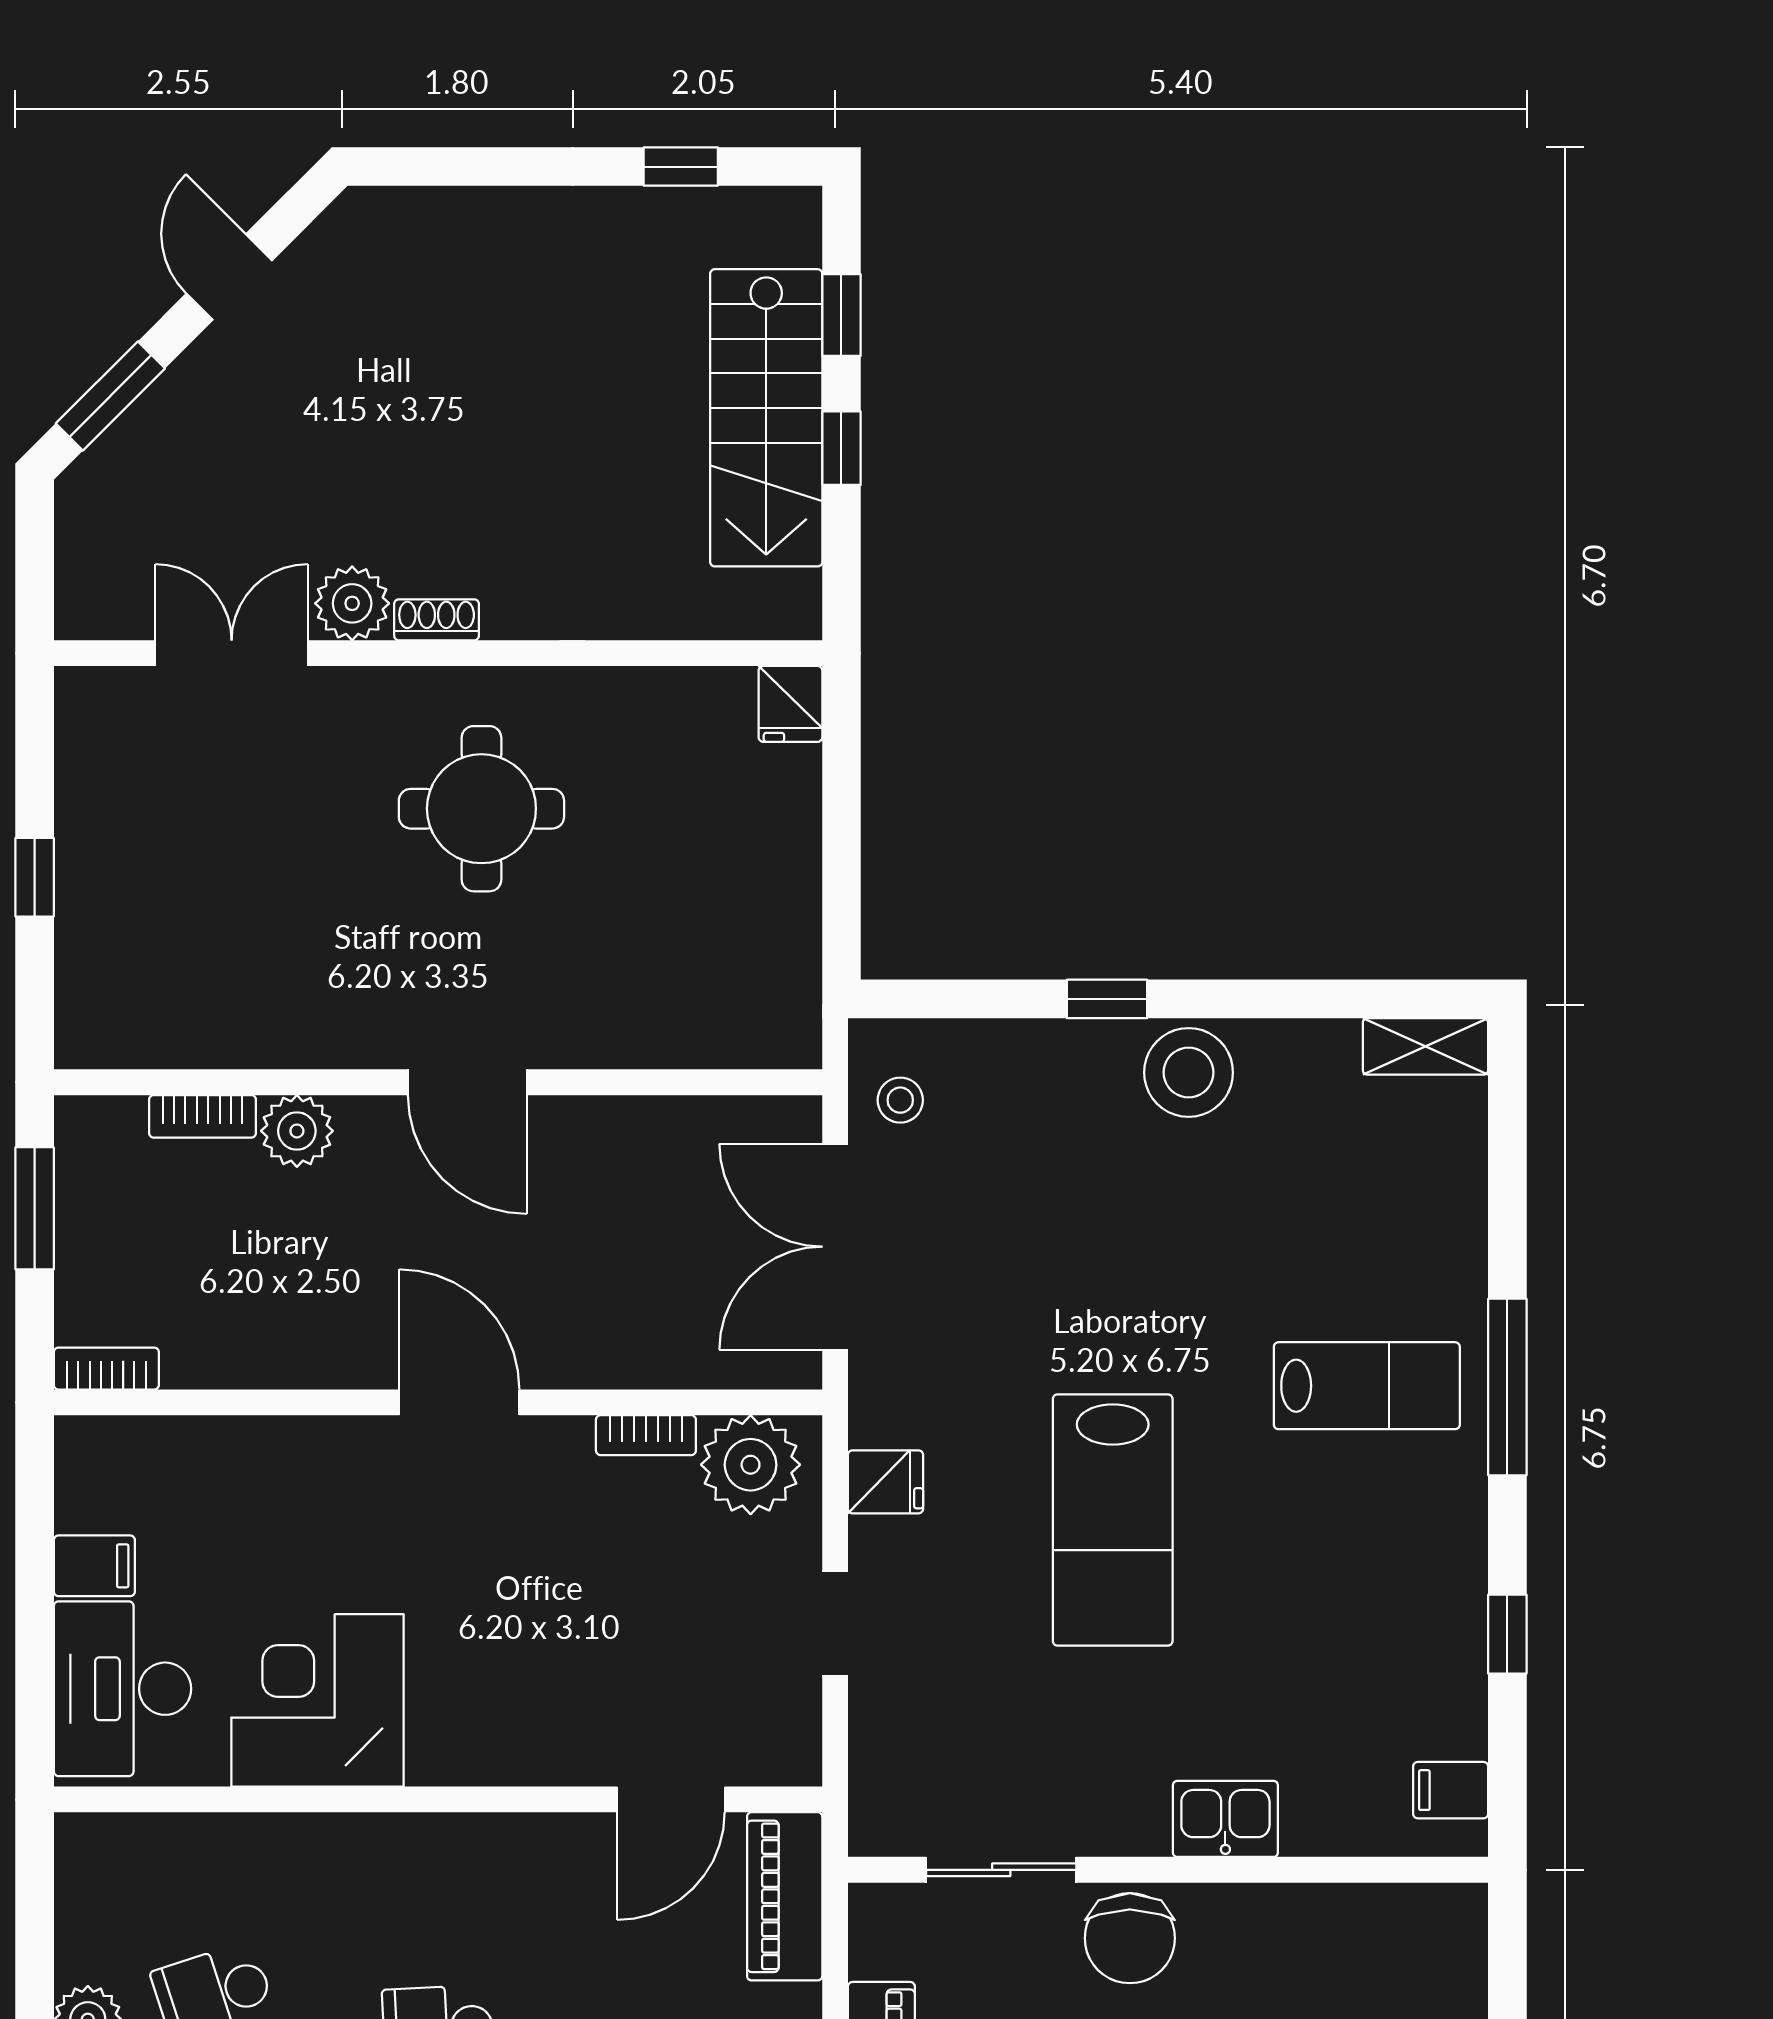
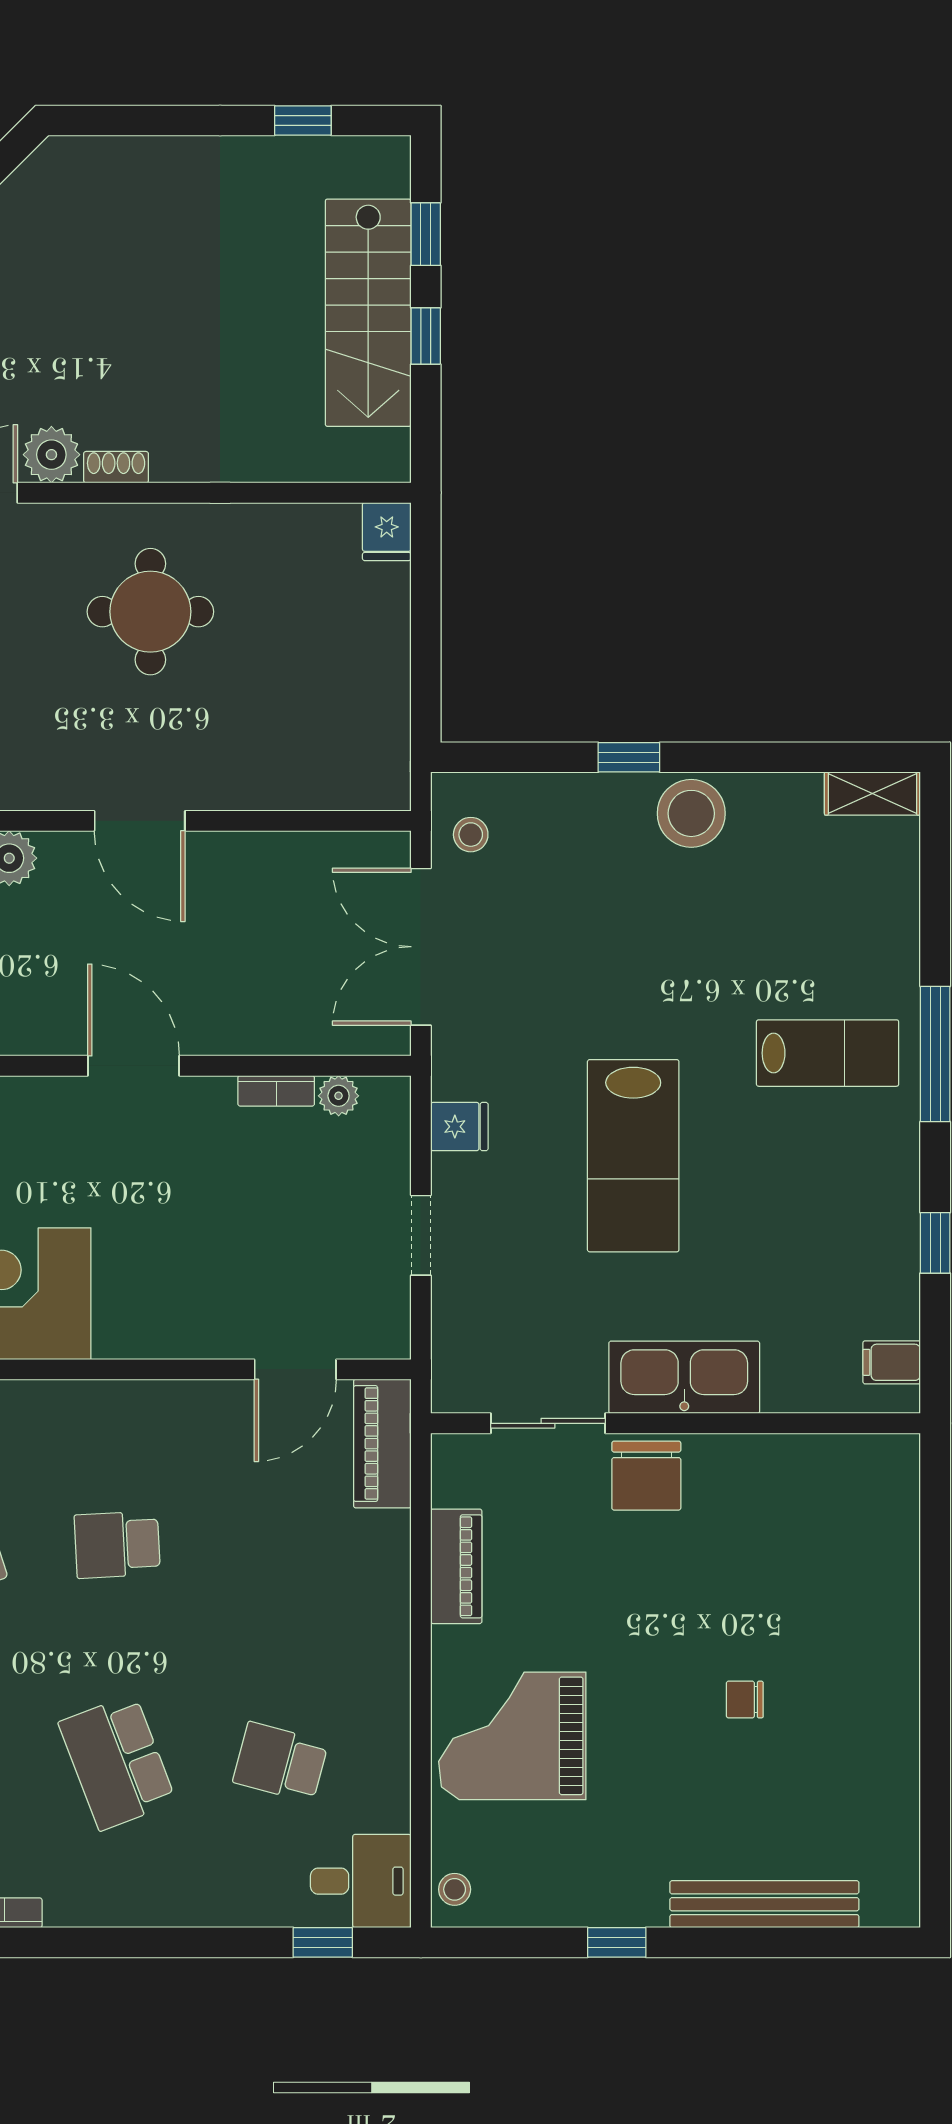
plant: (751, 1465) -> (339, 1096), width x0.53, depth x0.53
kitchen sink: (1225, 1819) -> (684, 1377), width x1.88, depth x1.24

